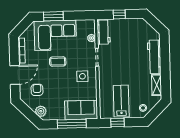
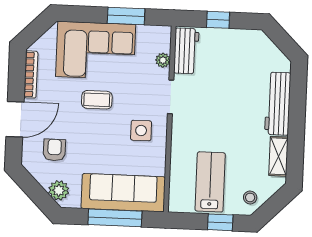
window: (53, 16) -> (126, 16), moved
sofa: (81, 110) -> (123, 193), width x1.36
window: (117, 123) -> (220, 222), moved

